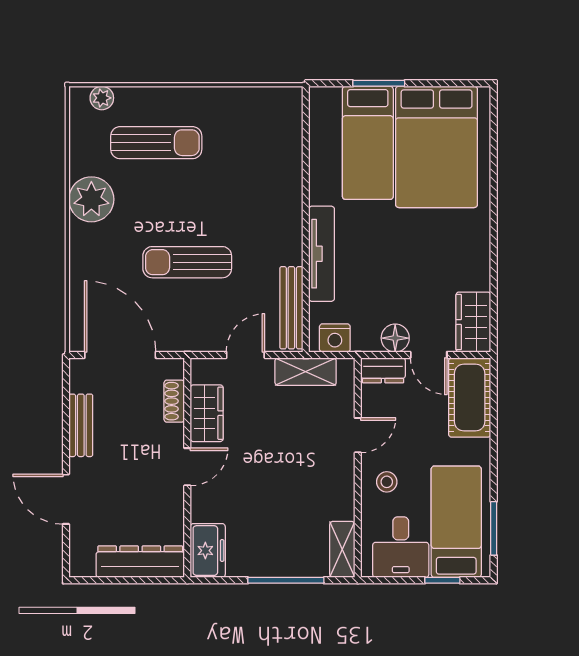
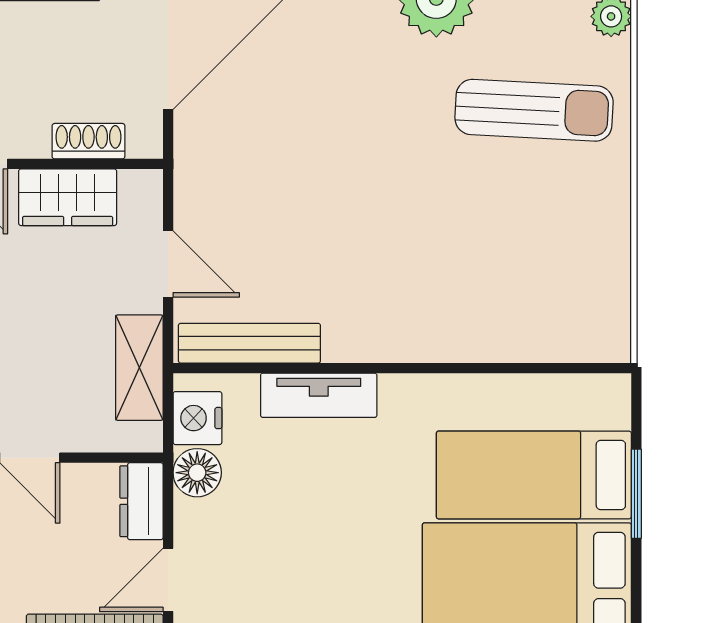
sun lounger: (156, 143) -> (534, 110), turned -87
tv unit: (322, 254) -> (319, 395), width x0.71
sun lounger: (187, 262) -> (328, 164), removed
floor lamp: (395, 338) -> (197, 473), moved

